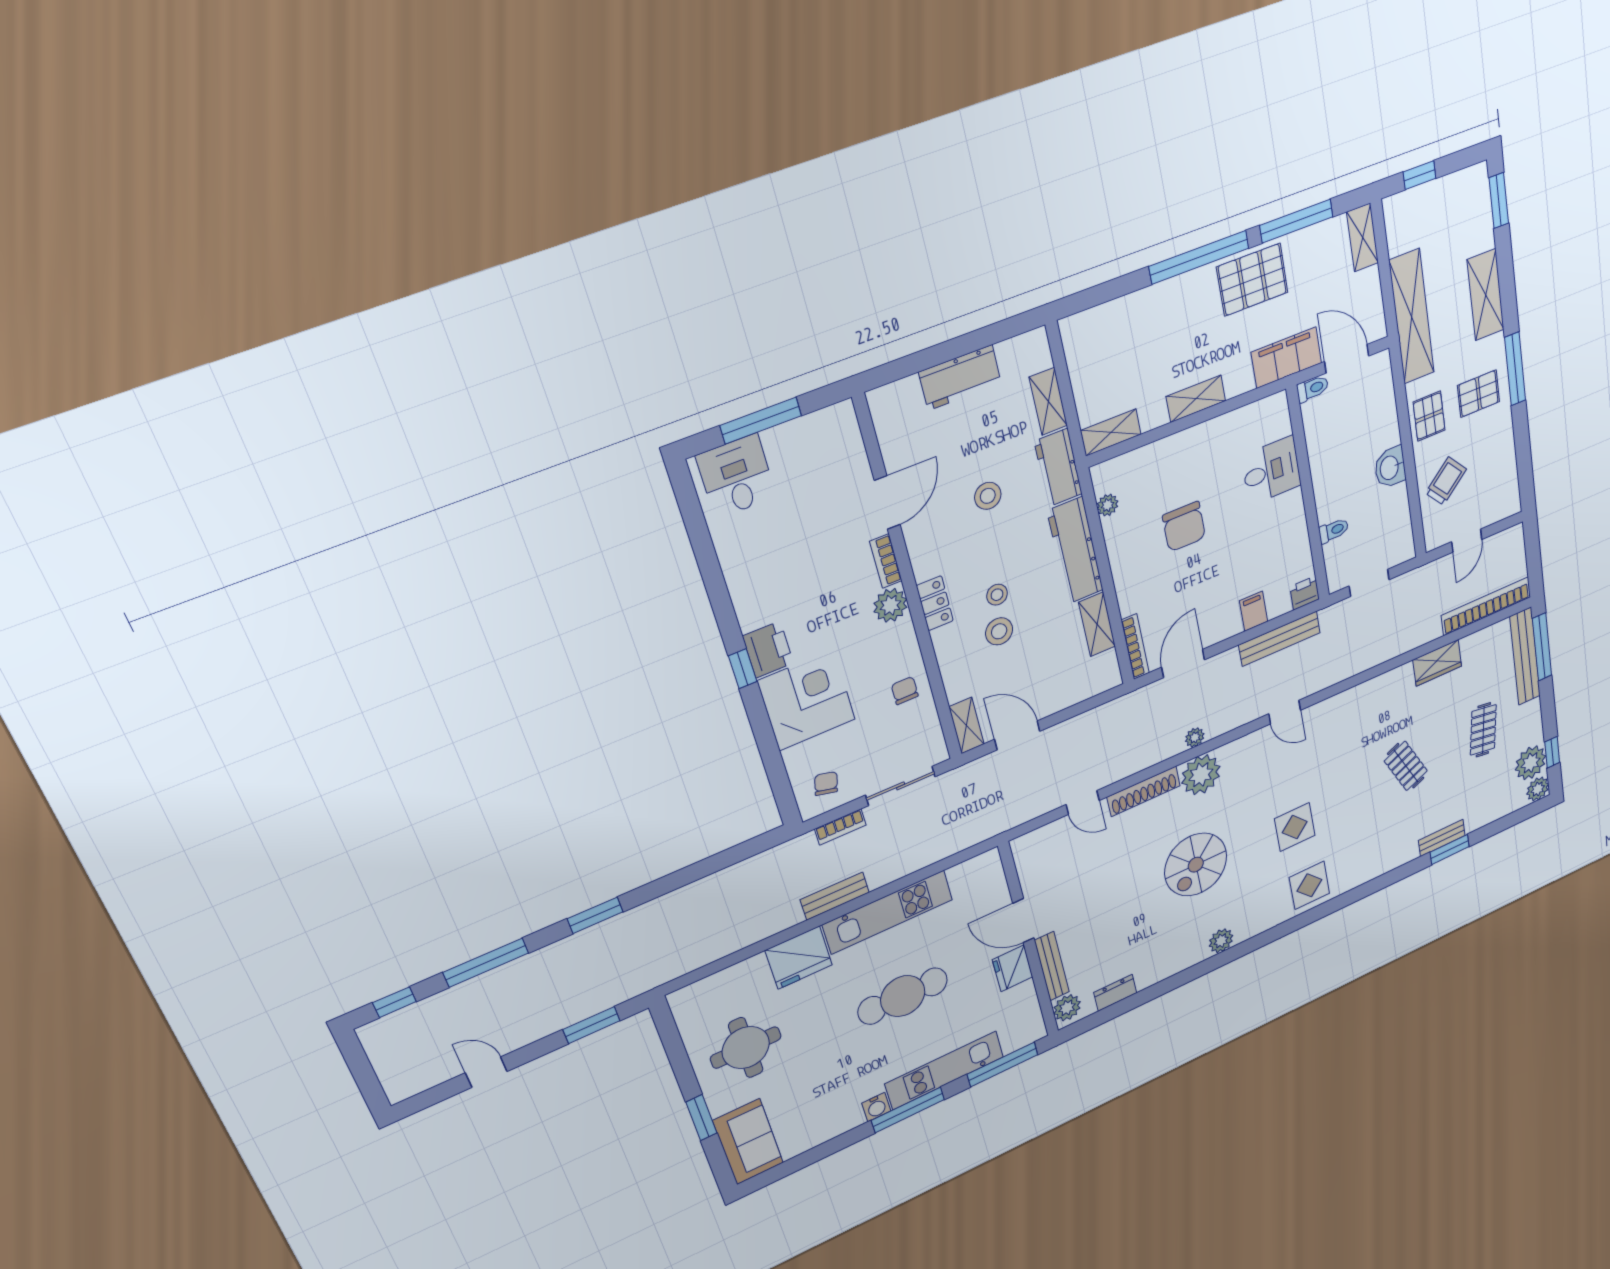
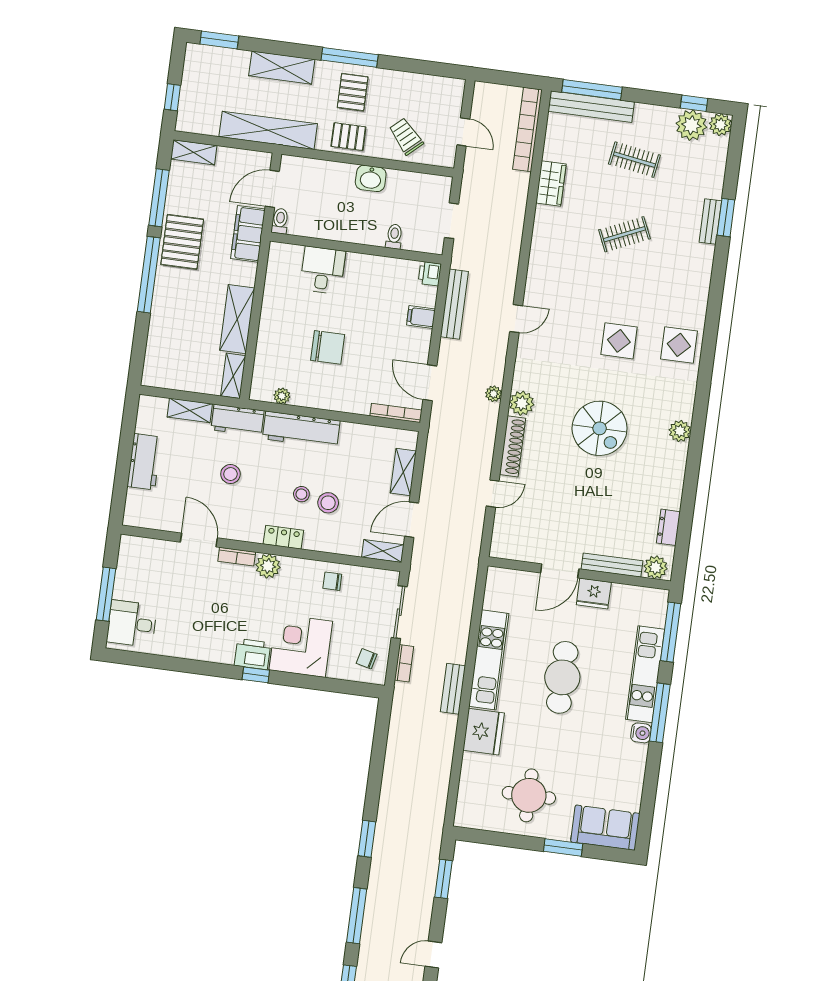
shelving: (1196, 399) -> (237, 319), width x1.50, depth x1.33
shelving: (1097, 624) -> (403, 472), moved, turned 90
plant: (1201, 775) -> (522, 403), width x0.73, depth x0.73

